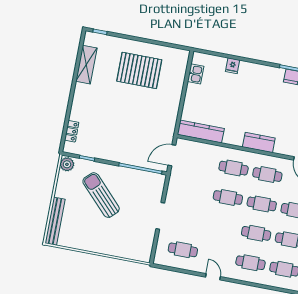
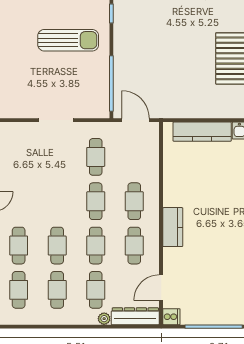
kitchen counter: (201, 132) -> (202, 132), moved, turned 90
sun lounger: (101, 195) -> (68, 40), turned 44
cafe table: (183, 250) -> (96, 157), moved

